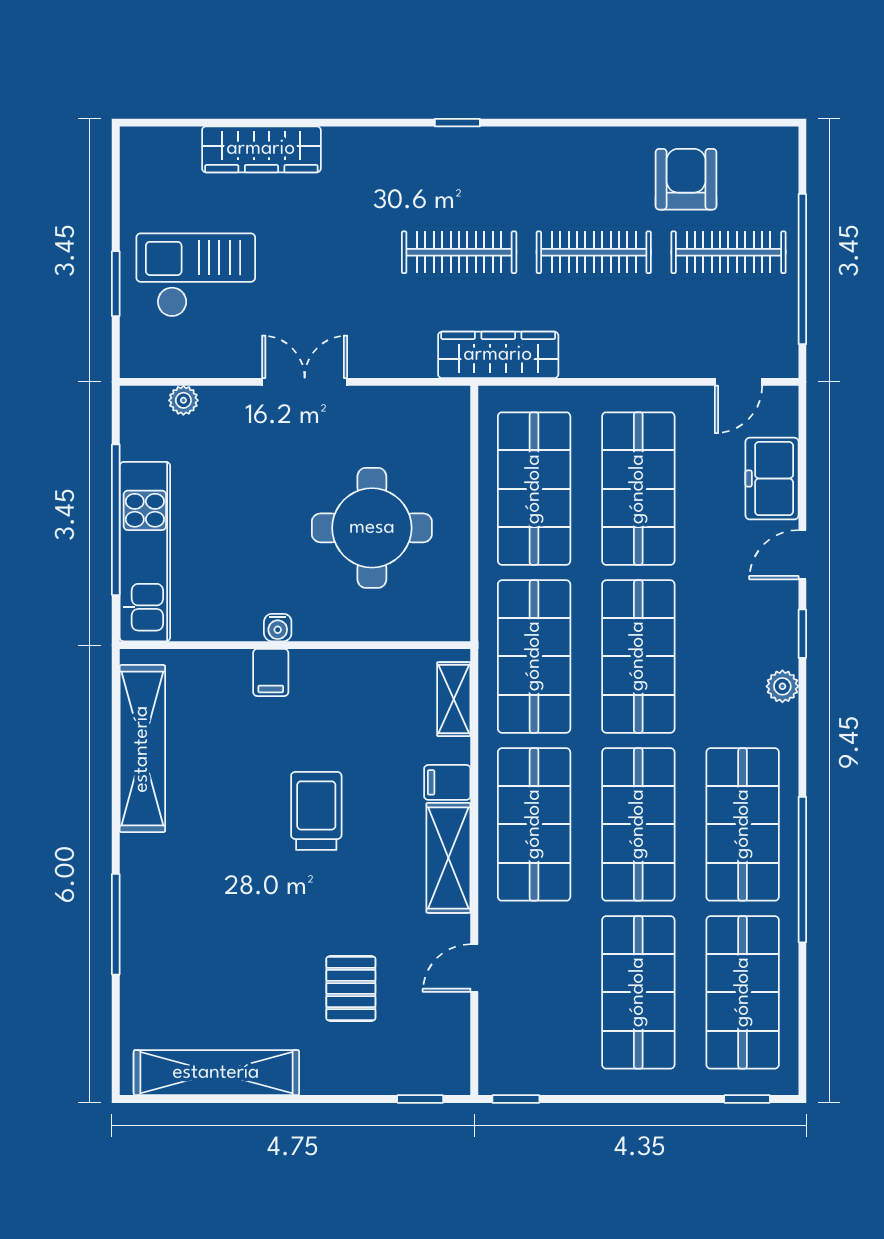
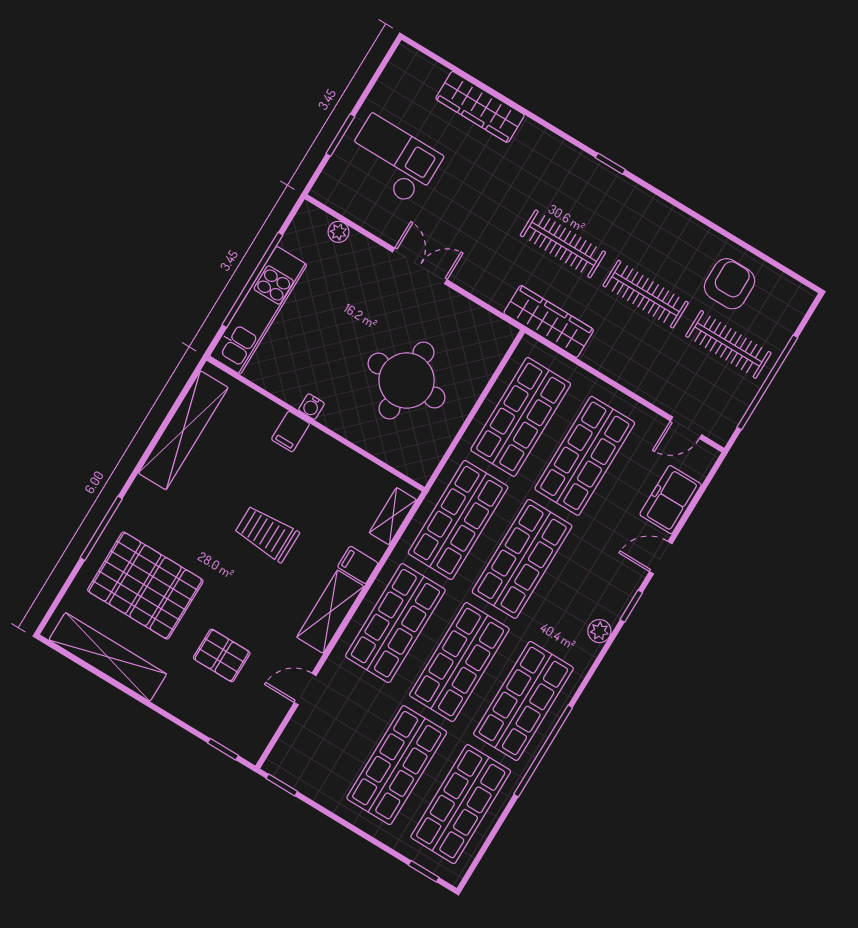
trolley: (316, 811) -> (267, 534), turned -90
pallet: (209, 961) -> (145, 586), added
pallet: (351, 988) -> (222, 655), turned 90

